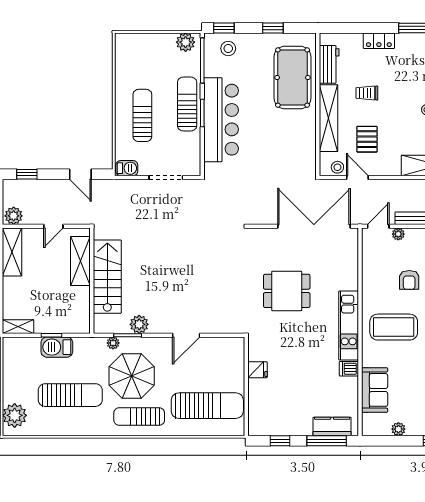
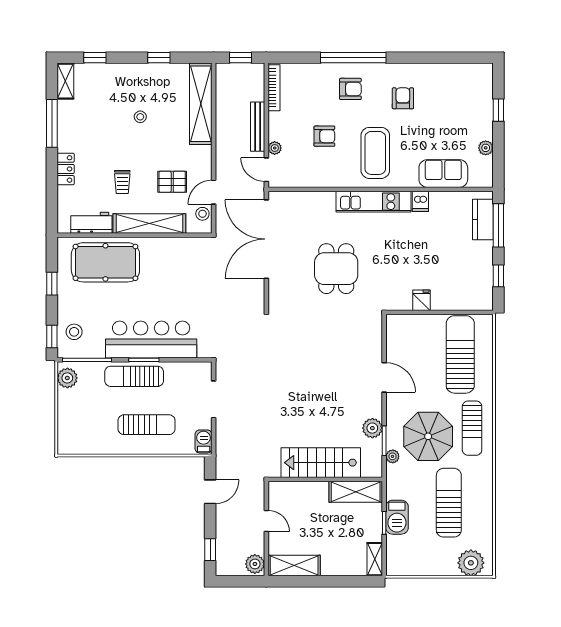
sun lounger: (142, 115) -> (147, 425), turned 180
shelving: (80, 261) -> (356, 492), moved

